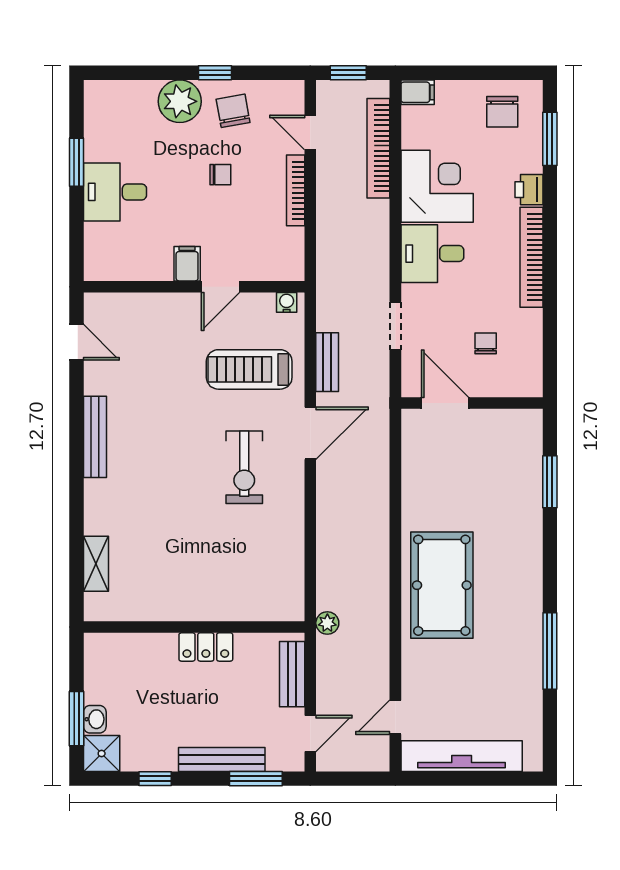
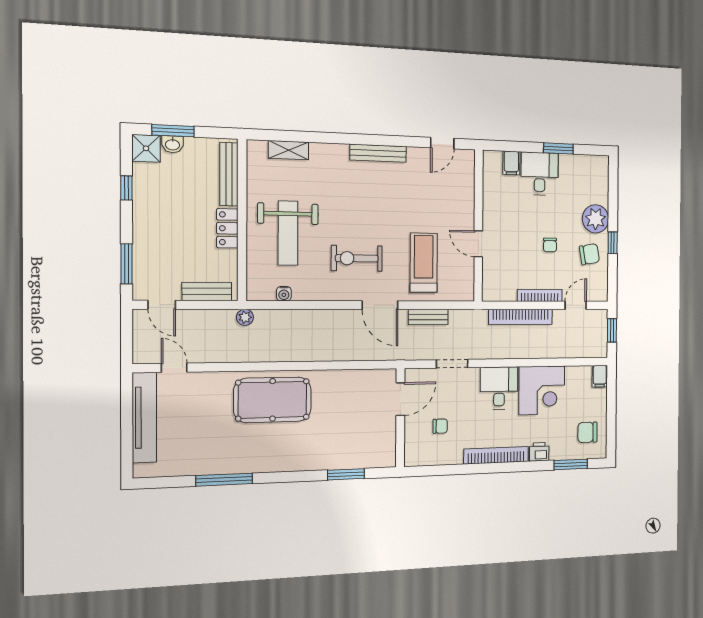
bookcase: (378, 148) -> (521, 317), moved, turned 180
filing cabinet: (187, 264) -> (511, 163), moved, turned 90
water cooler: (287, 302) -> (284, 294), moved, turned 90
weight bench: (211, 564) -> (288, 233), added
bench: (222, 759) -> (229, 174), moved

